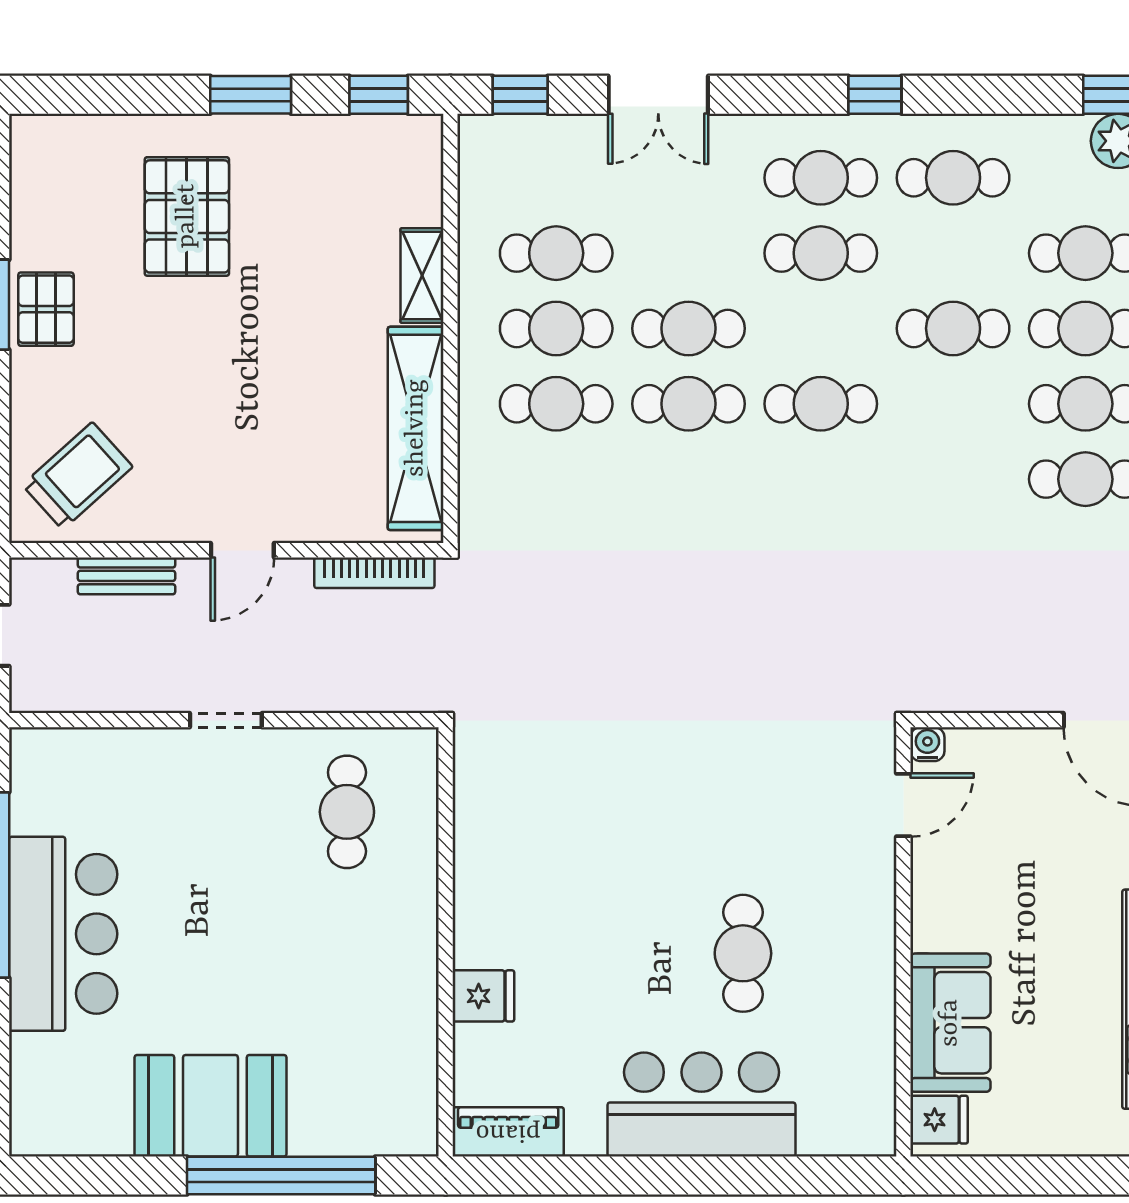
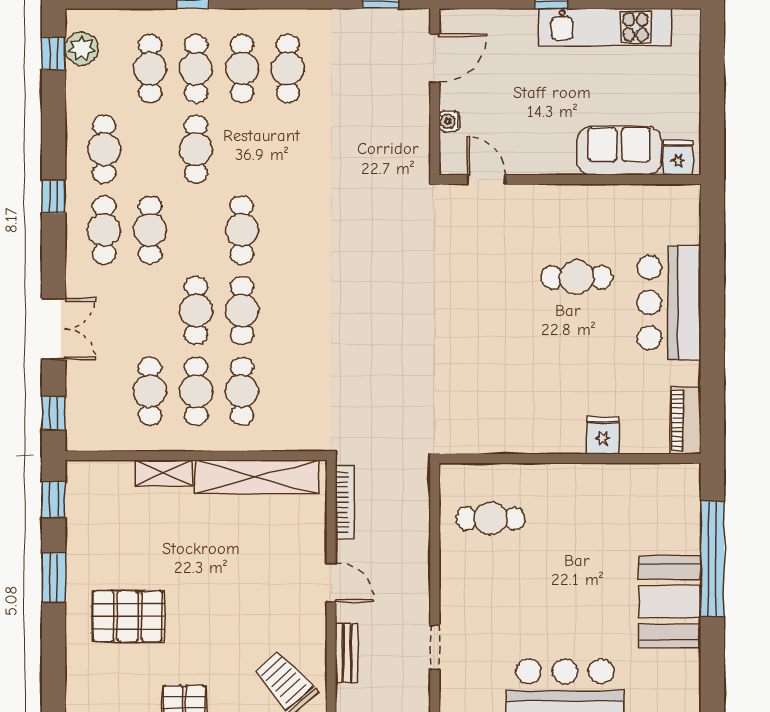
doorway: (226, 720) -> (435, 647), moved
water cooler: (927, 744) -> (449, 121), moved

